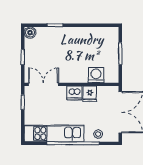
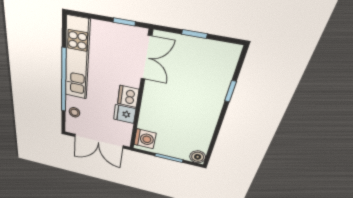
boiler: (30, 33) -> (198, 157), moved
washing machine: (96, 75) -> (145, 139), moved

